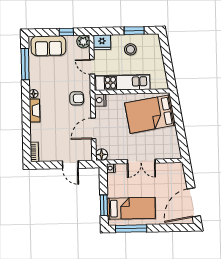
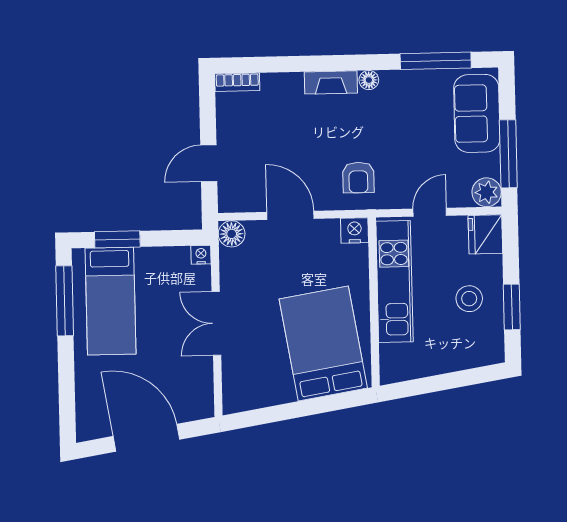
window: (66, 32) -> (508, 154), width x2.17
door: (194, 202) -> (146, 438), moved

